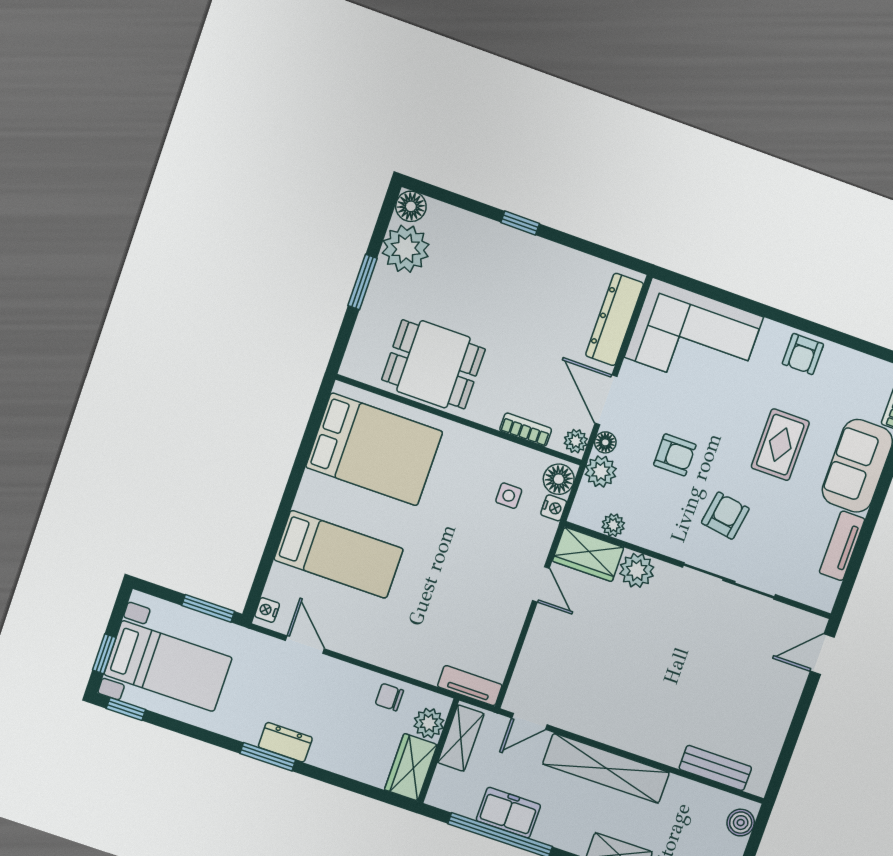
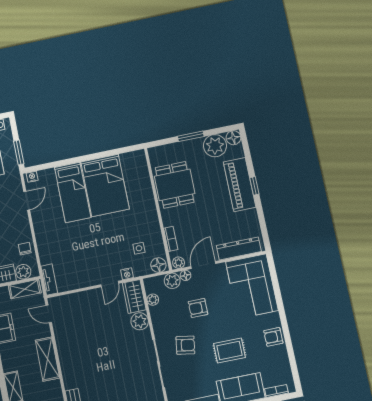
piano: (502, 248) -> (240, 185), added
bed: (374, 449) -> (105, 185), moved
armchair: (675, 455) -> (198, 308), turned 90
nightstand: (554, 508) -> (127, 274), moved
shelving: (606, 768) -> (47, 359), width x0.68

